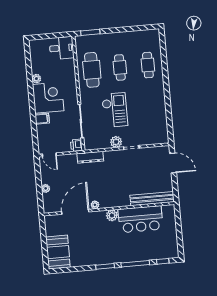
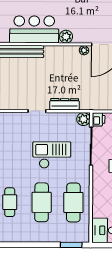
cafe table: (120, 67) -> (42, 202), width x1.37, depth x1.35
checkout: (115, 110) -> (52, 155), turned 90
plant: (116, 142) -> (83, 119), moved
dresser: (90, 157) -> (65, 104), moved

